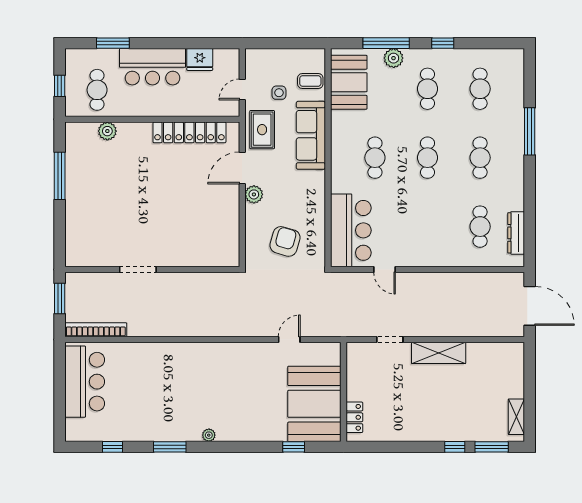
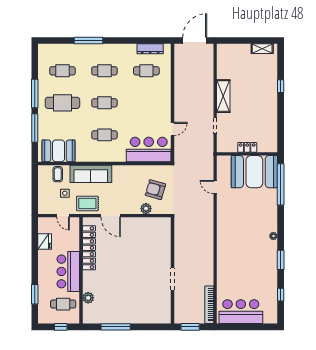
window: (443, 43) -> (35, 94), width x2.17
plant: (394, 58) -> (44, 124), removed
bar counter: (153, 67) -> (68, 271), moved, turned 180
cafe table: (428, 89) -> (62, 103), width x1.37, depth x1.35
plant: (254, 194) -> (146, 209), moved
locker: (354, 417) -> (247, 147), moved
window: (294, 447) -> (281, 184), width x3.17
window: (492, 447) -> (281, 64), removed

